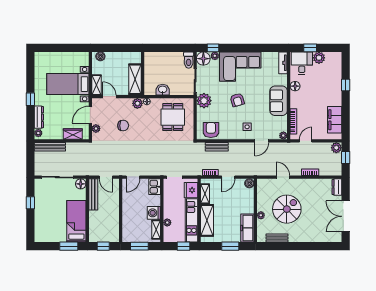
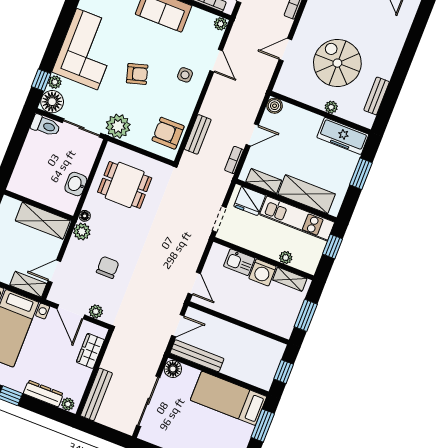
door: (228, 177) -> (252, 135), hinge flipped
kitchen sink: (155, 187) -> (239, 262), moved

